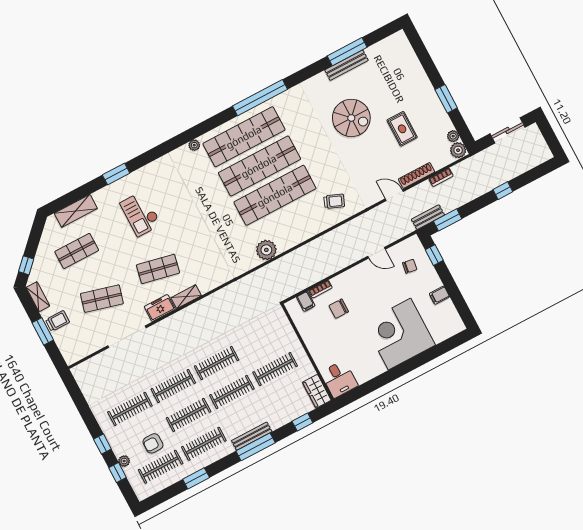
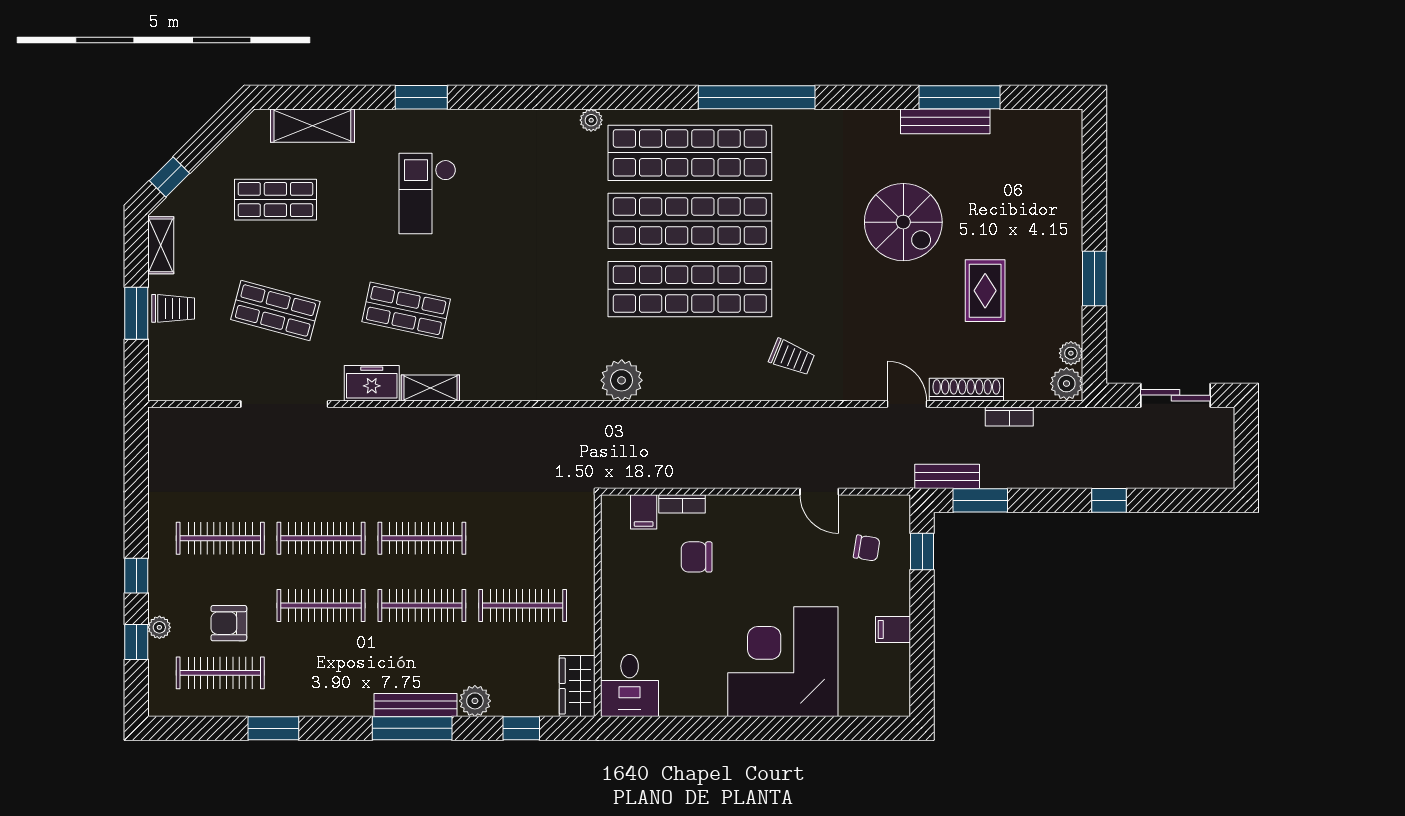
plant: (276, 421) -> (475, 701), added
clothes rail: (204, 444) -> (321, 673), removed

